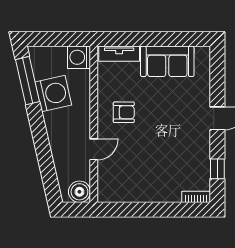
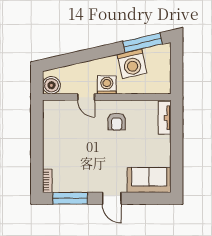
washing machine: (79, 57) -> (107, 85), moved
sofa: (167, 61) -> (149, 180), moved, turned 90
window: (217, 169) -> (70, 198), width x2.17

